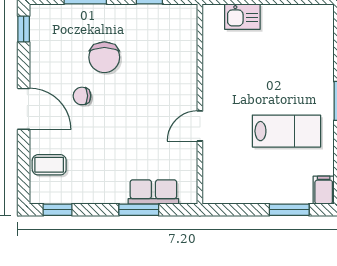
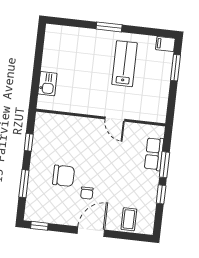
window: (58, 210) -> (161, 194), moved

